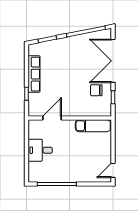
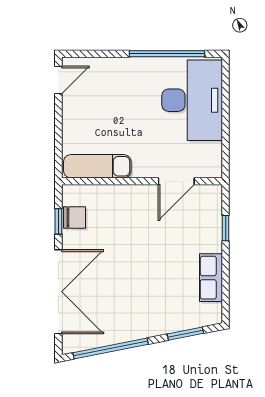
row of seats: (34, 74) -> (211, 278), width x0.68
chair: (96, 90) -> (75, 218), moved
desk: (40, 150) -> (192, 100), width x1.87, depth x1.30

